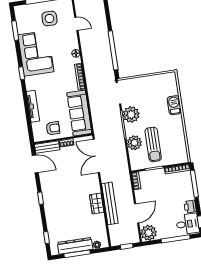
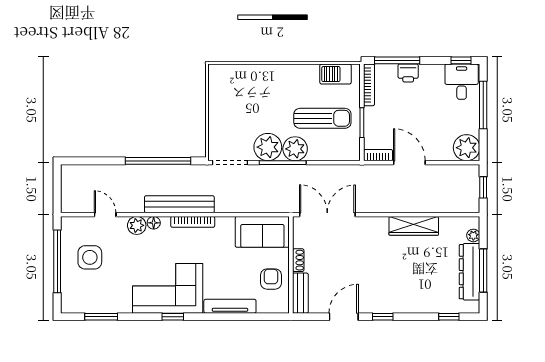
door: (76, 24) -> (105, 215), hinge flipped
plant: (73, 44) -> (137, 225), added
corner sofa: (36, 53) -> (168, 288), moved
barbecue: (174, 105) -> (336, 74), moved
sofa: (79, 113) -> (262, 232), width x0.73
plant: (134, 143) -> (295, 149), moved
double door: (96, 156) -> (327, 215), swing flipped
door: (35, 164) -> (344, 317), moved
wardrobe: (97, 203) -> (414, 226), width x1.50
bench: (110, 203) -> (179, 204), moved
printer: (190, 207) -> (408, 73), moved
door: (137, 213) -> (409, 163), moved

